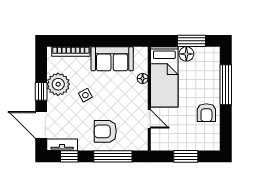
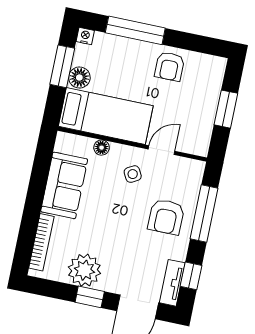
nightstand: (215, 52) -> (85, 36), added
side table: (85, 95) -> (133, 174), moved
armchair: (206, 113) -> (170, 66), turned 90

